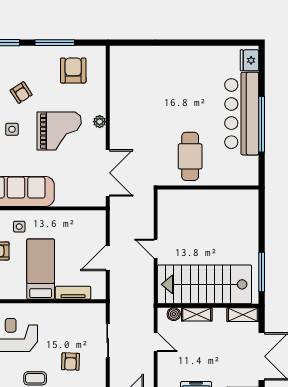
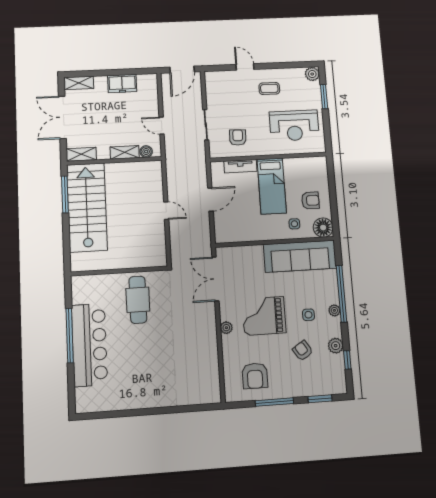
fridge: (250, 60) -> (84, 398), removed
stairs: (204, 284) -> (87, 207), moved, turned -90
armchair: (71, 362) -> (238, 138), moved

